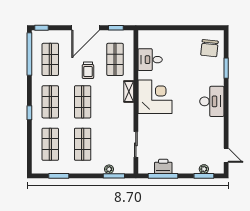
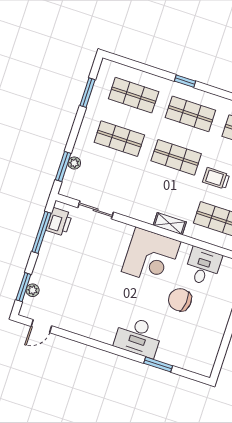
chair: (210, 48) -> (180, 300), moved
desk: (212, 101) -> (138, 337), moved
printer: (163, 166) -> (59, 222), moved

